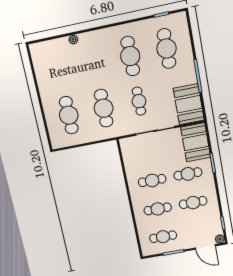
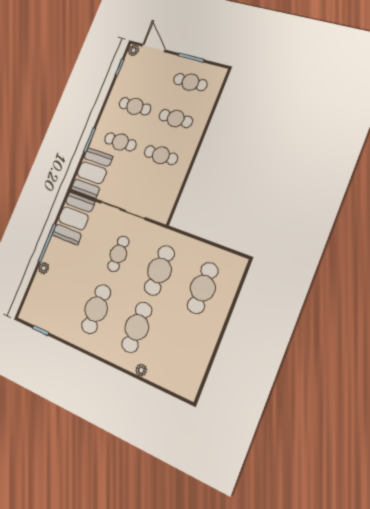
cafe table: (167, 49) -> (137, 327), moved
plant: (189, 57) -> (44, 268), added

